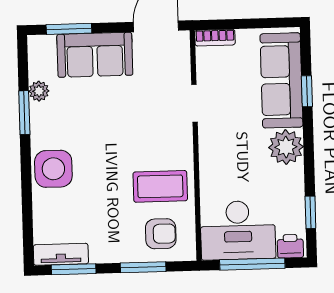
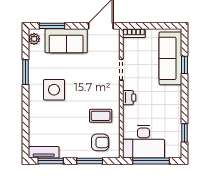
plant: (39, 91) -> (34, 39), moved
plant: (286, 147) -> (172, 96), removed
side table: (53, 169) -> (54, 90), moved
coffee table: (160, 186) -> (101, 116), width x0.73, depth x0.77
printer: (290, 246) -> (129, 98), moved, turned 90

